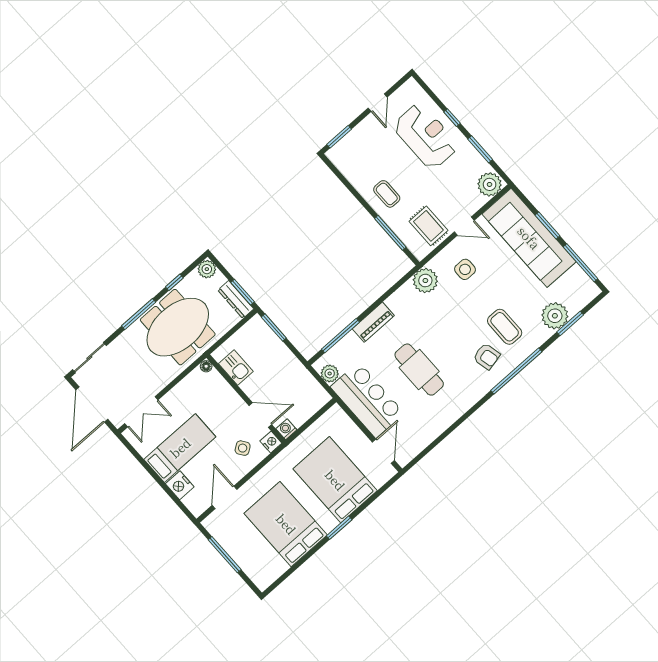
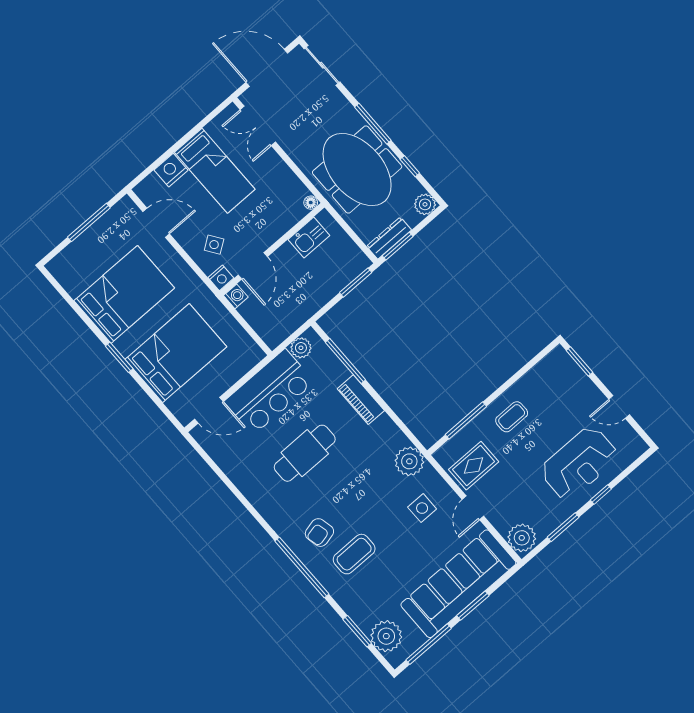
plant: (555, 316) -> (386, 636), moved

